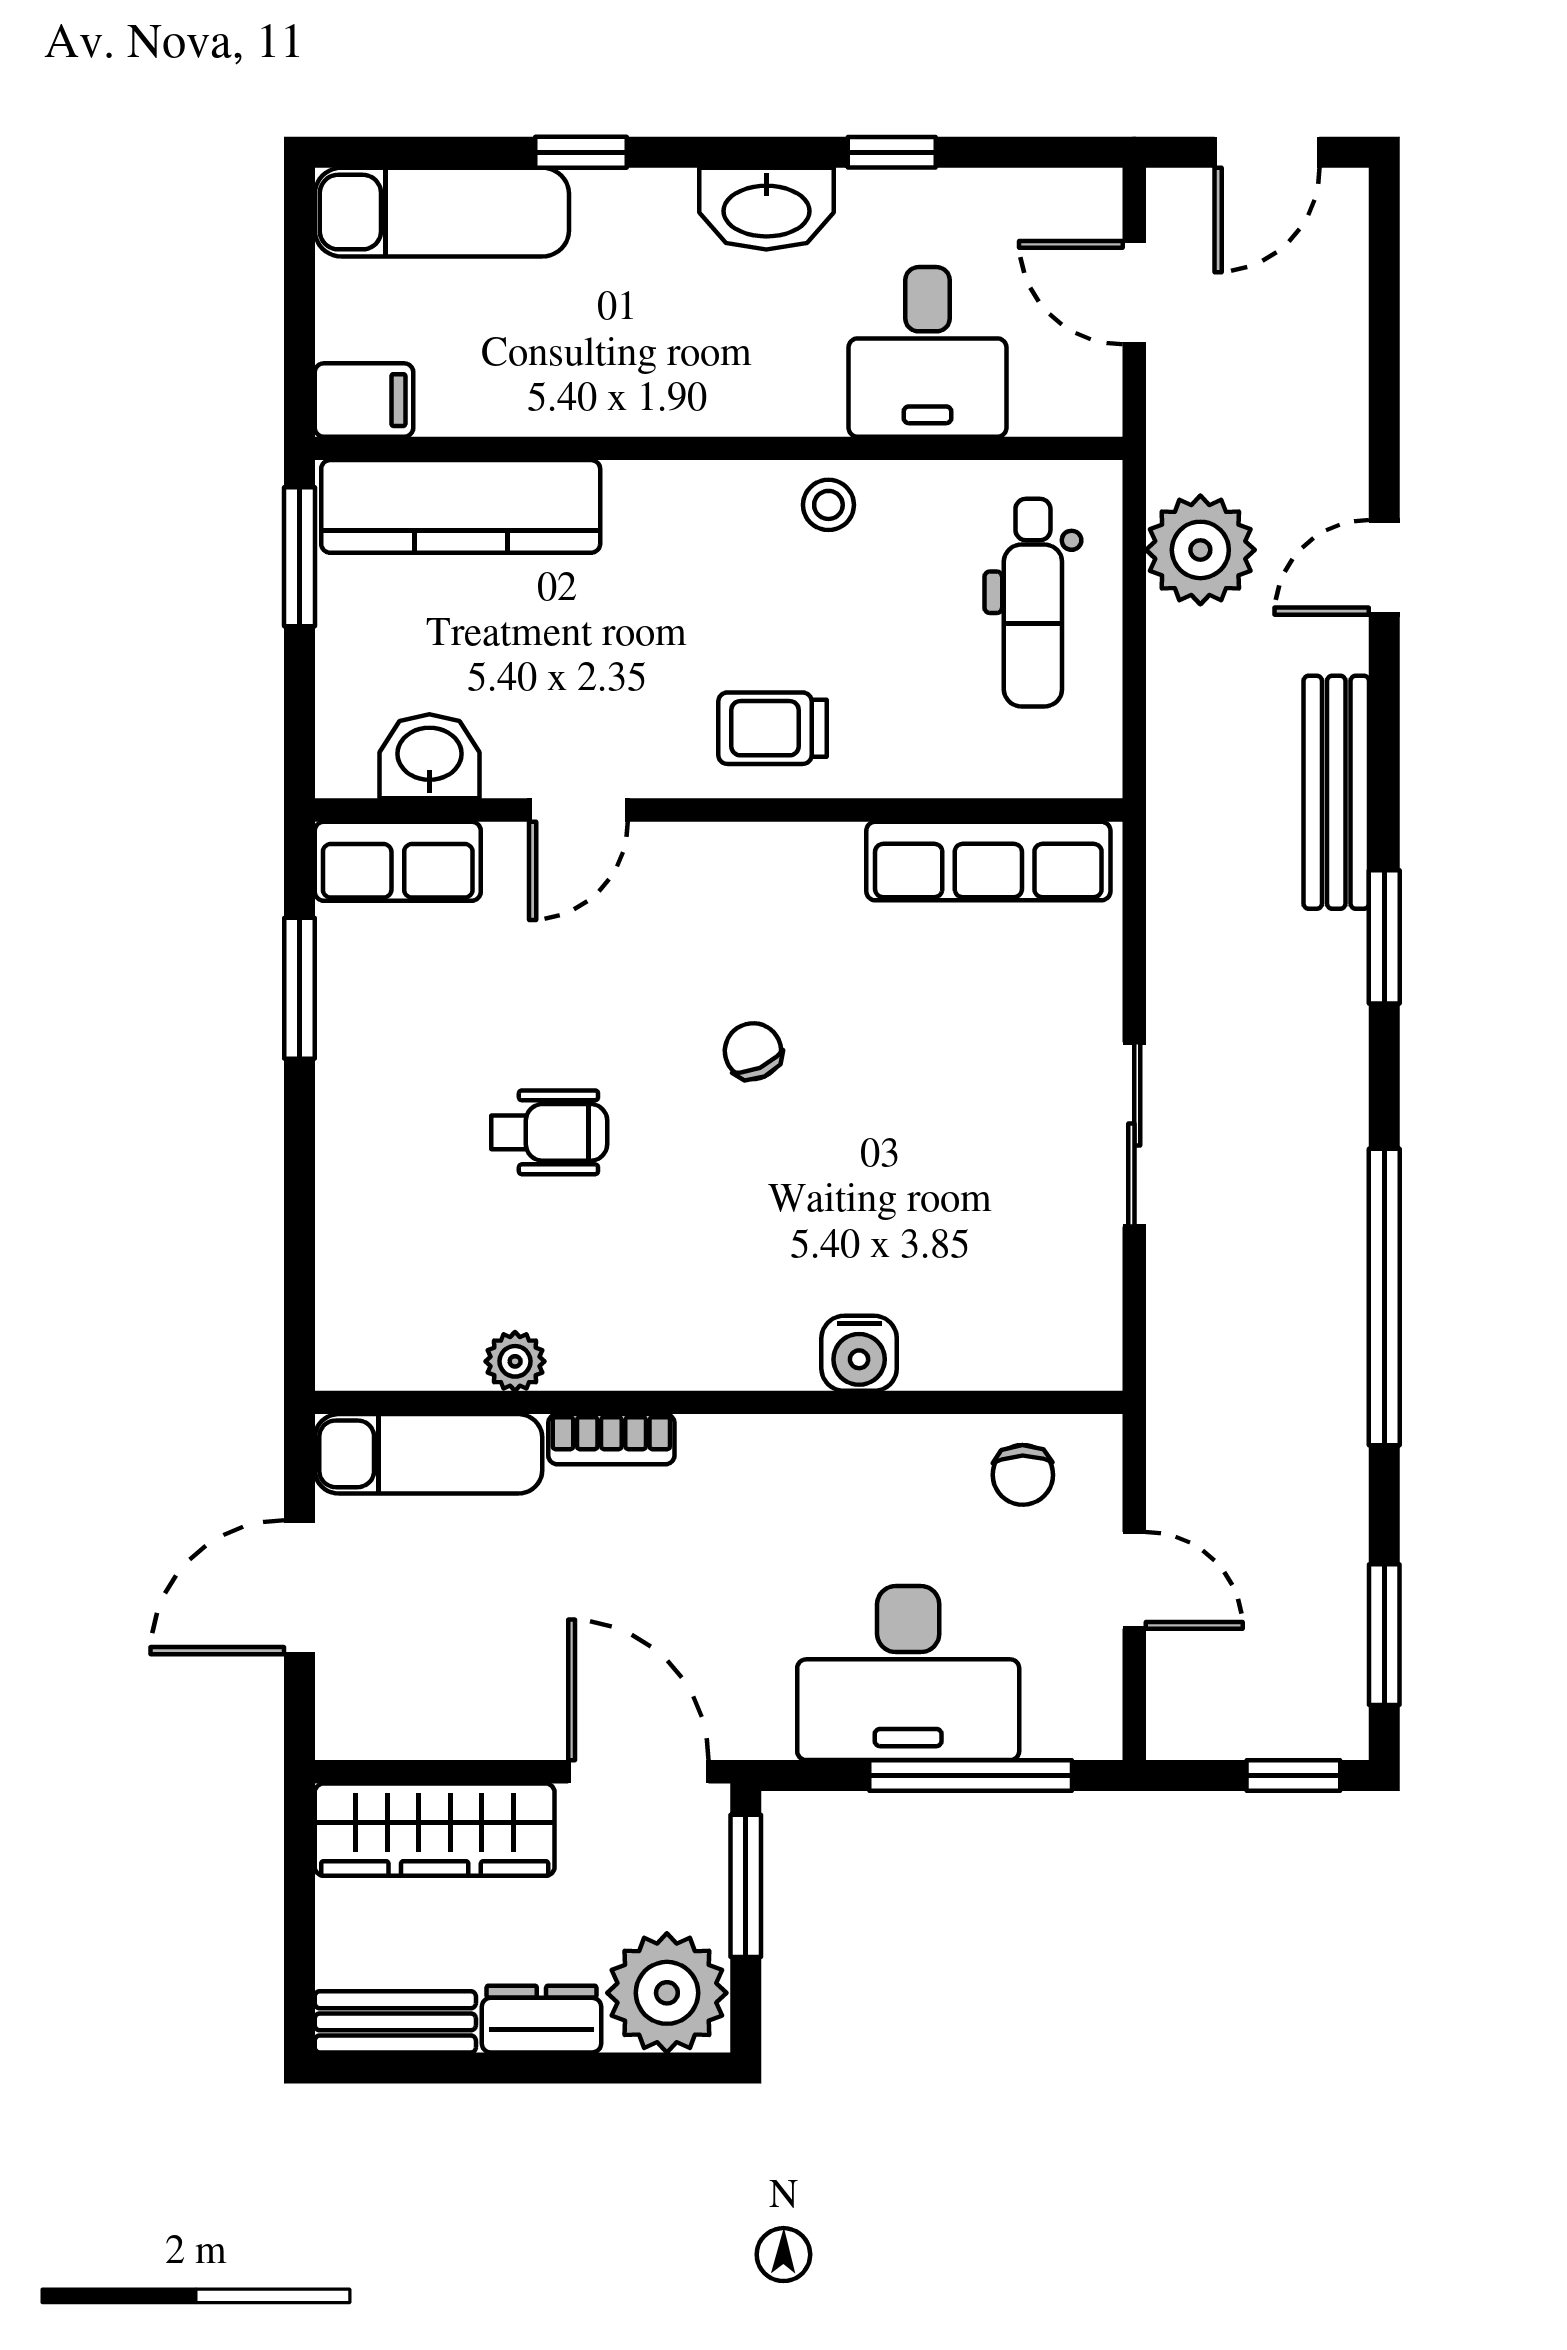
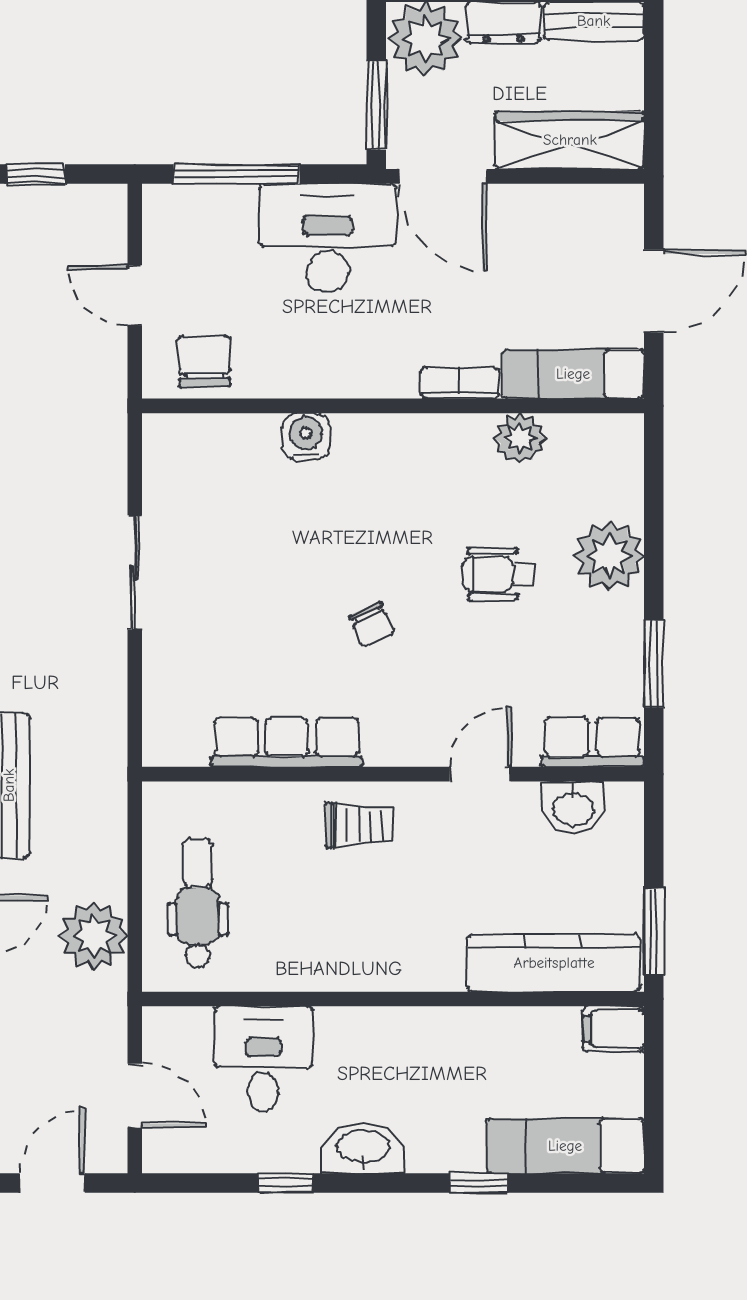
stool: (828, 505) -> (325, 964), removed
row of seats: (988, 861) -> (287, 742), moved
plant: (371, 1161) -> (609, 556), added
plant: (515, 1361) -> (520, 438), width x1.38, depth x1.38
chair: (1023, 1475) -> (204, 361), width x1.37, depth x1.37
desk: (908, 1673) -> (328, 238), moved

